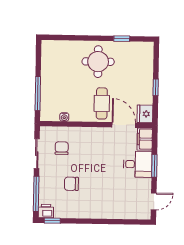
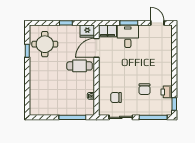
round table: (98, 62) -> (45, 44), moved
printer: (46, 211) -> (167, 92), moved

